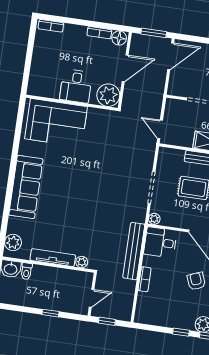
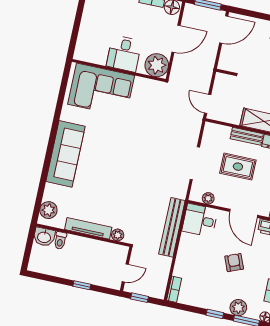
plant: (154, 219) -> (208, 198), moved
bookcase: (145, 279) -> (174, 289), moved

